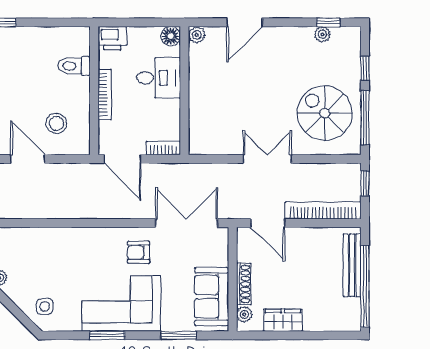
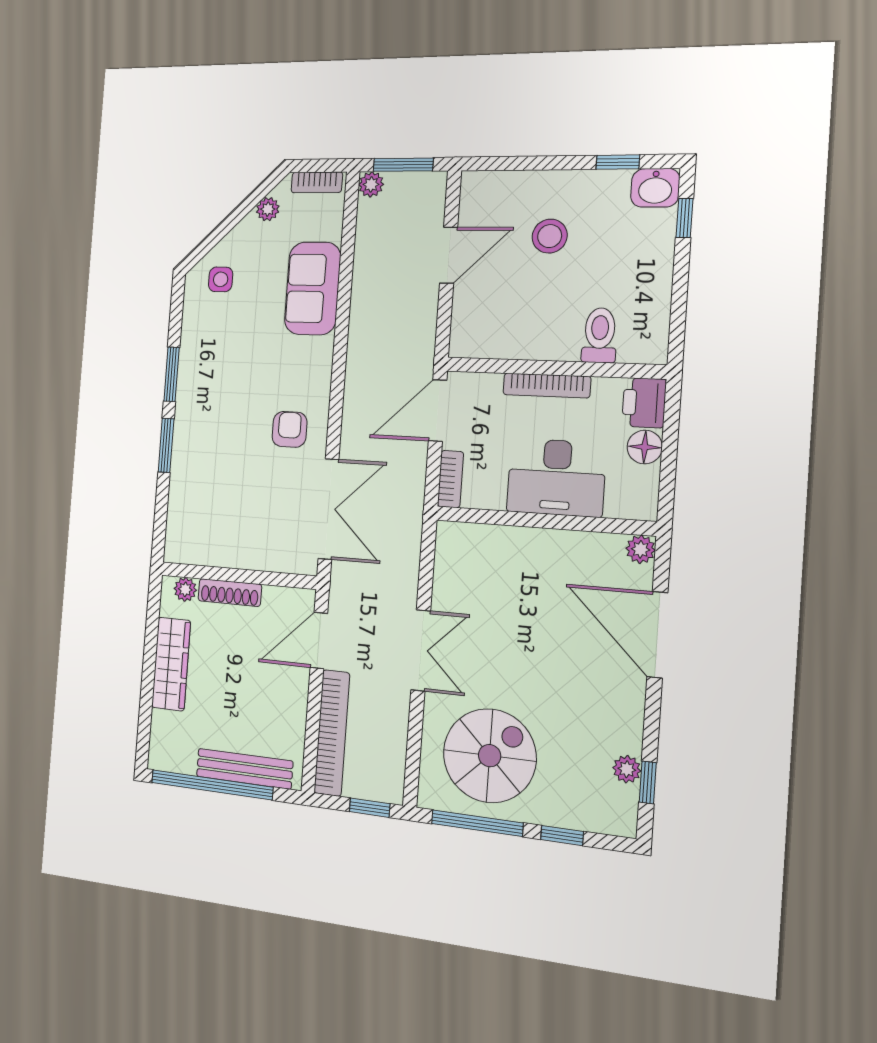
door: (244, 22) -> (657, 635), width x1.36
floor lamp: (171, 36) -> (645, 447), moved
desk: (159, 78) -> (556, 478), width x1.37
stool: (56, 123) -> (550, 236), moved
sofa: (212, 297) -> (313, 288), moved, turned -90
corner sofa: (121, 304) -> (216, 398), removed
wardrobe: (283, 320) -> (171, 664), width x1.50
window: (179, 335) -> (166, 445), moved

